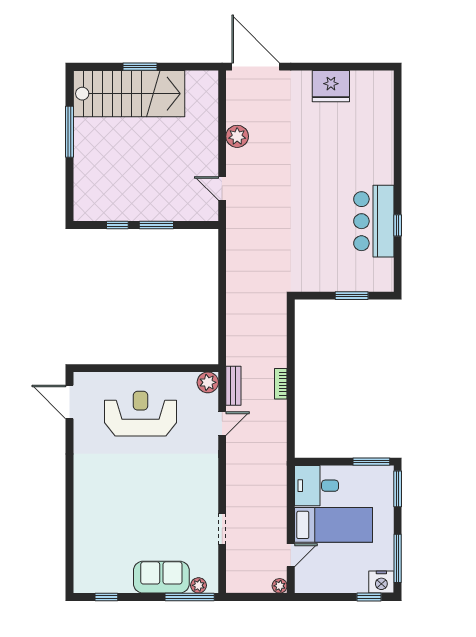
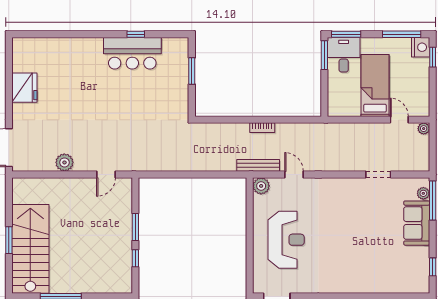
bench: (233, 386) -> (258, 165), width x1.36
reception desk: (140, 414) -> (286, 240), turned 180
desk: (316, 486) -> (344, 55), moved, turned 180

